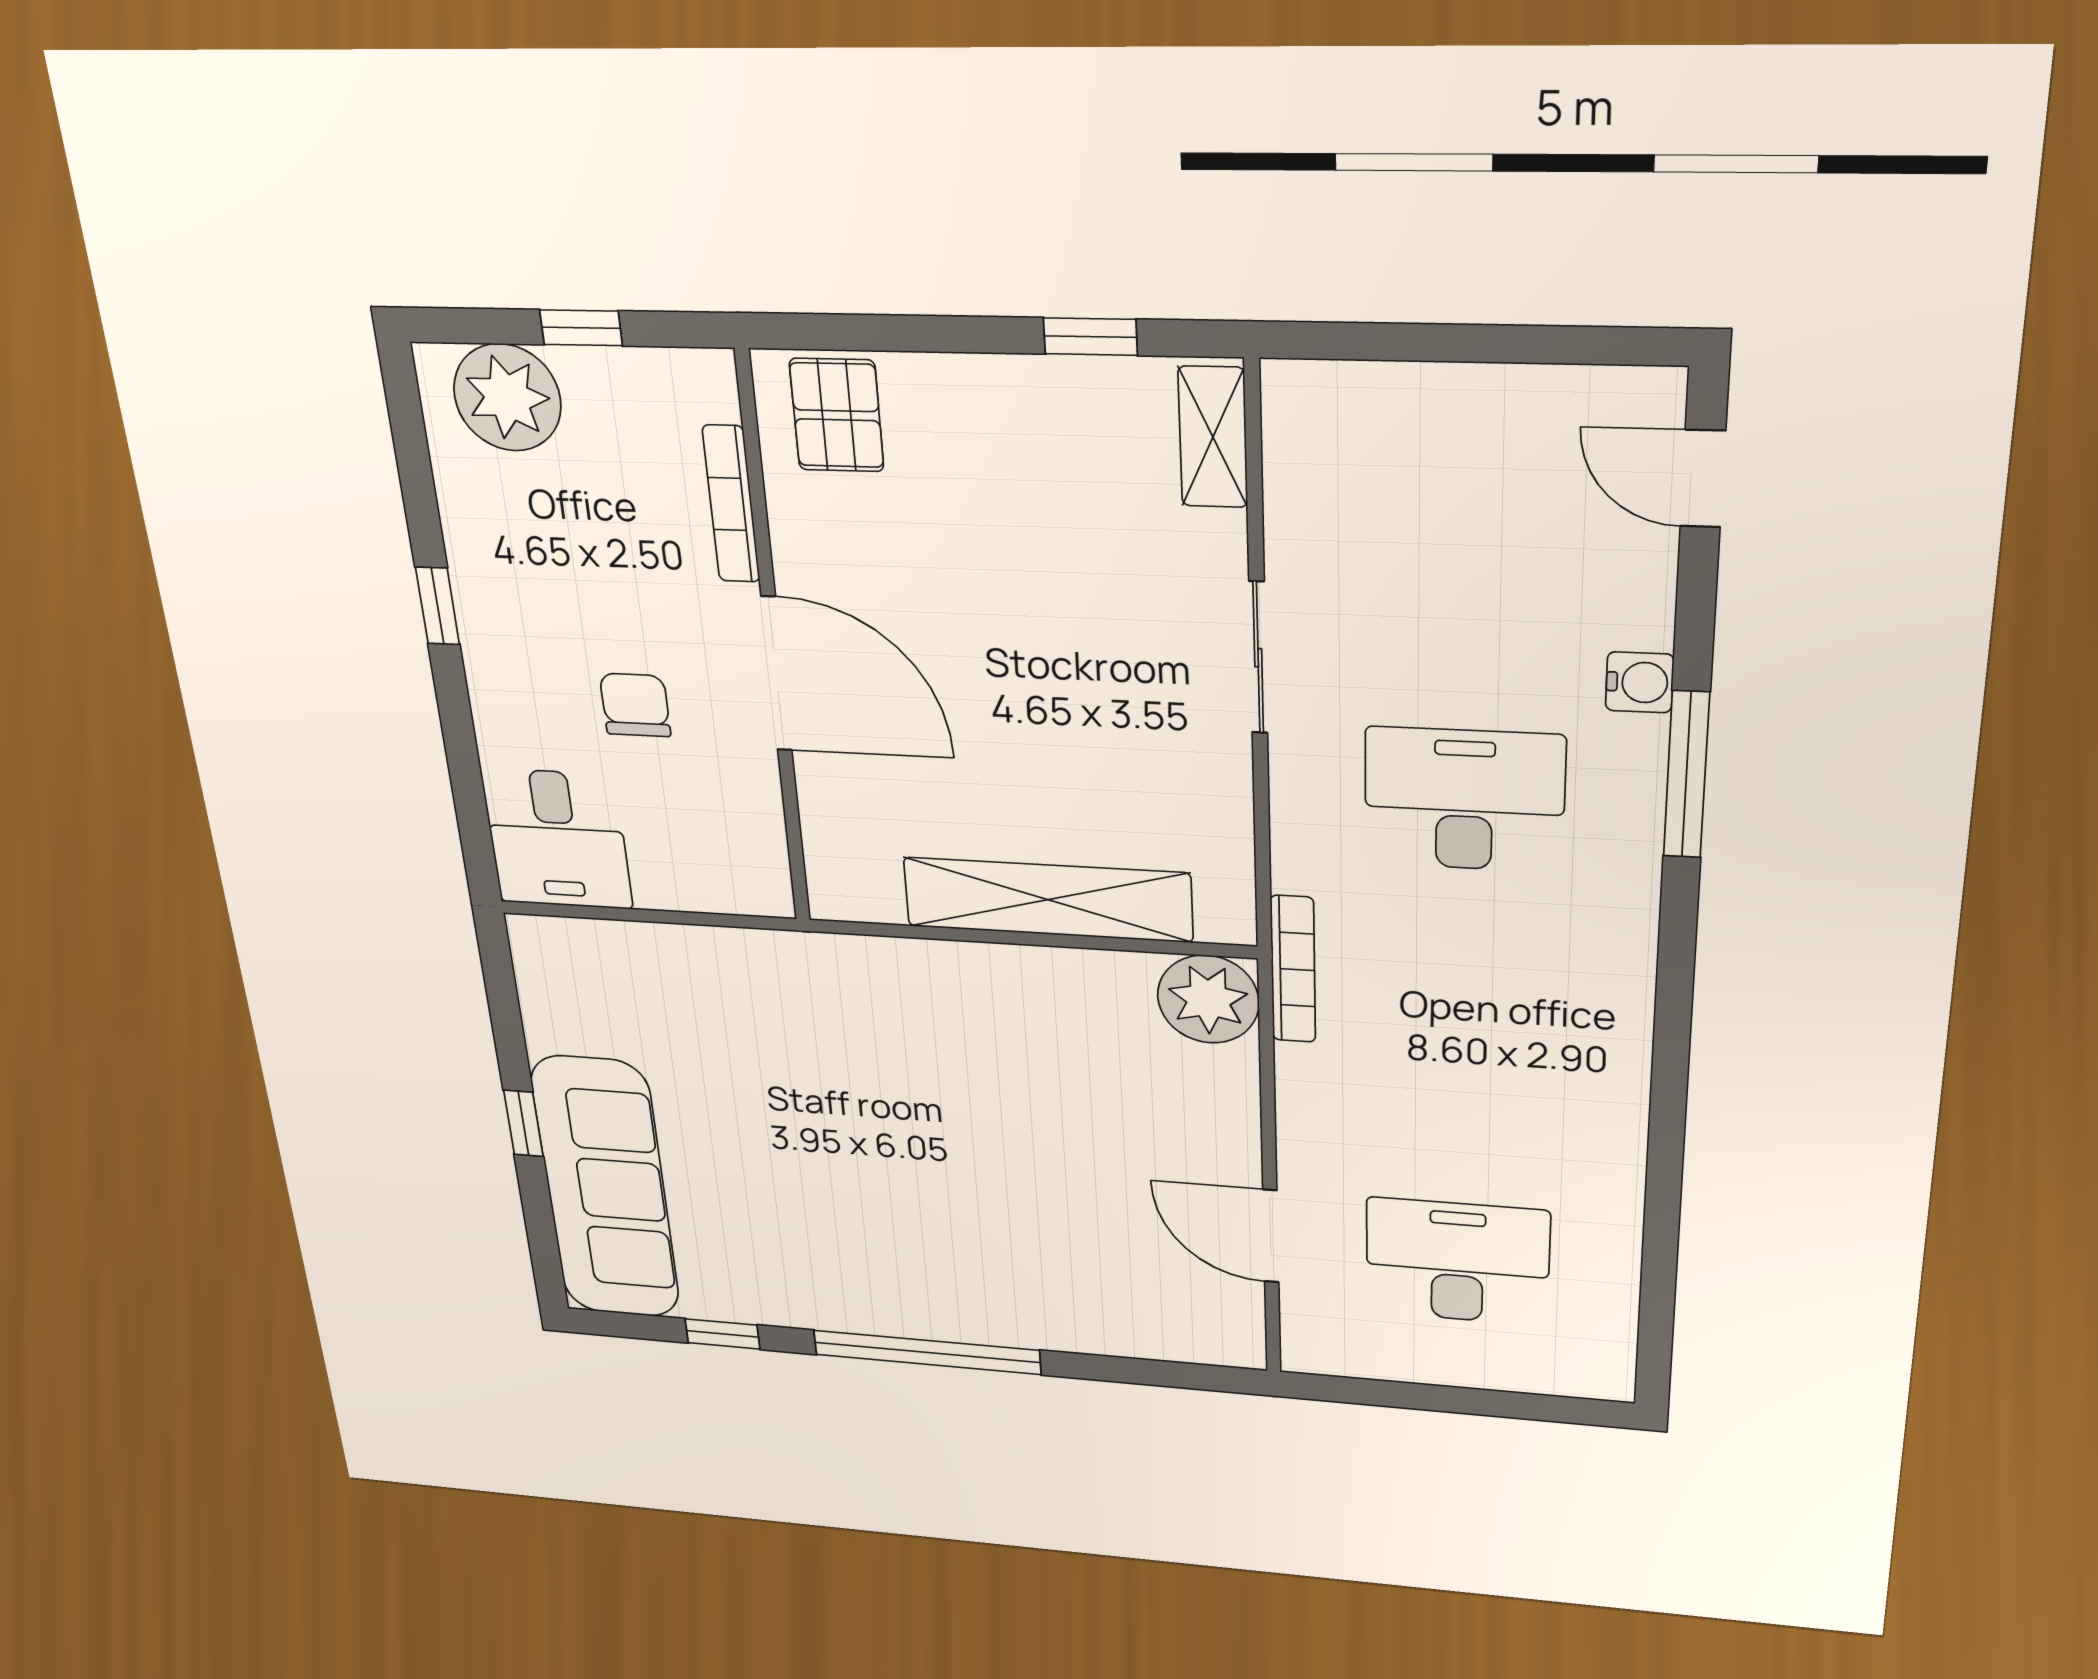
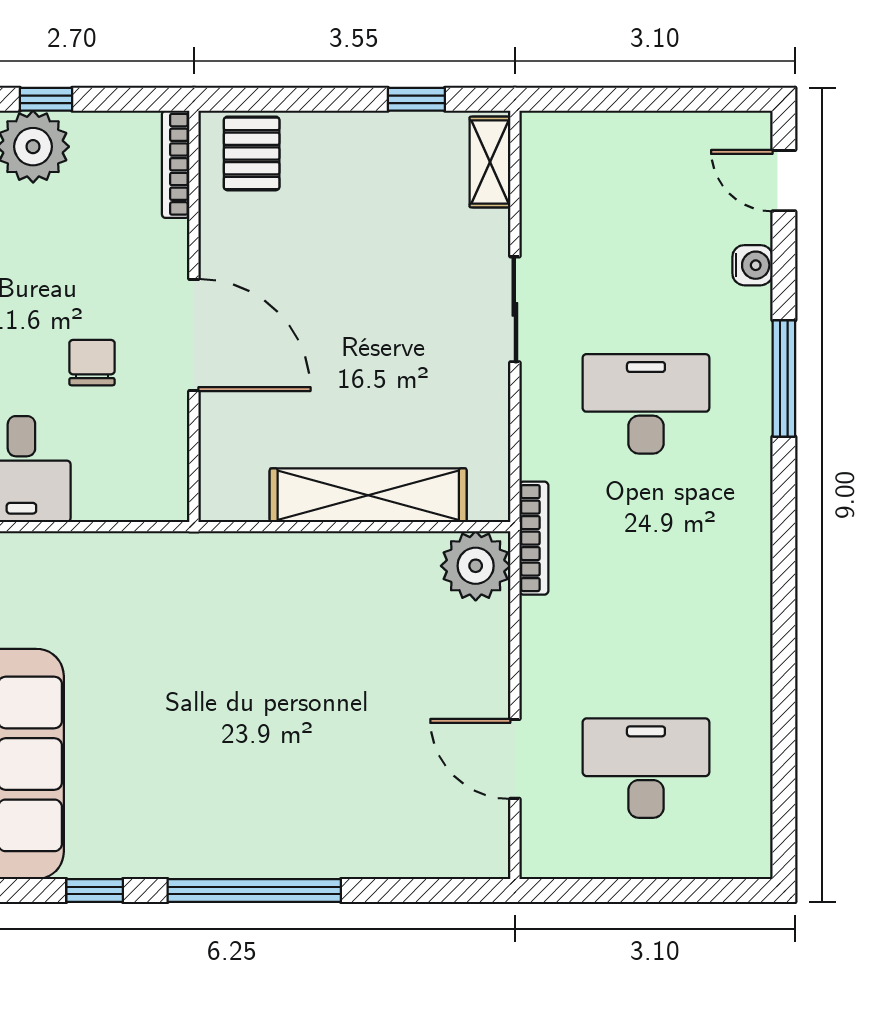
window: (581, 328) -> (46, 99), moved
bookcase: (731, 504) -> (176, 164), moved
water cooler: (1640, 682) -> (752, 265), moved

